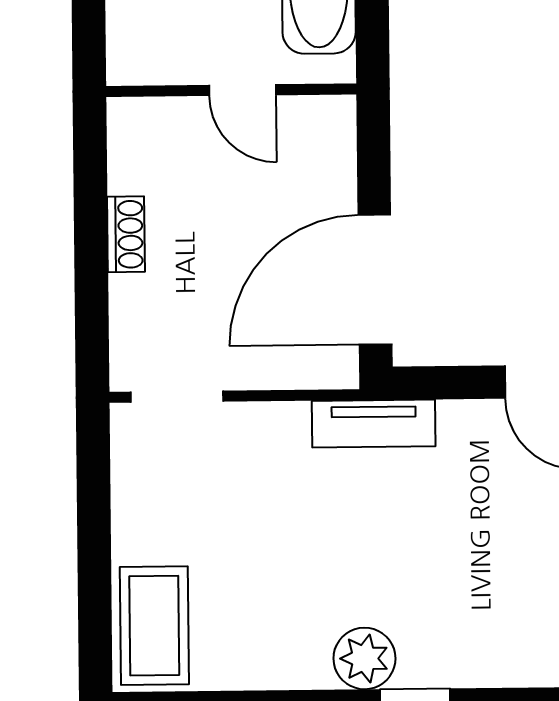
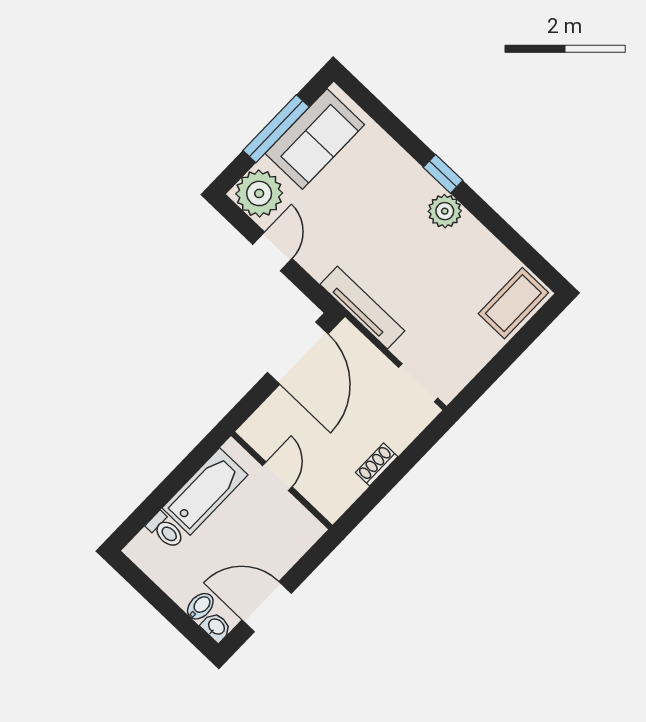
door: (375, 280) -> (298, 353), hinge flipped
tv unit: (374, 424) -> (362, 308), width x1.41

